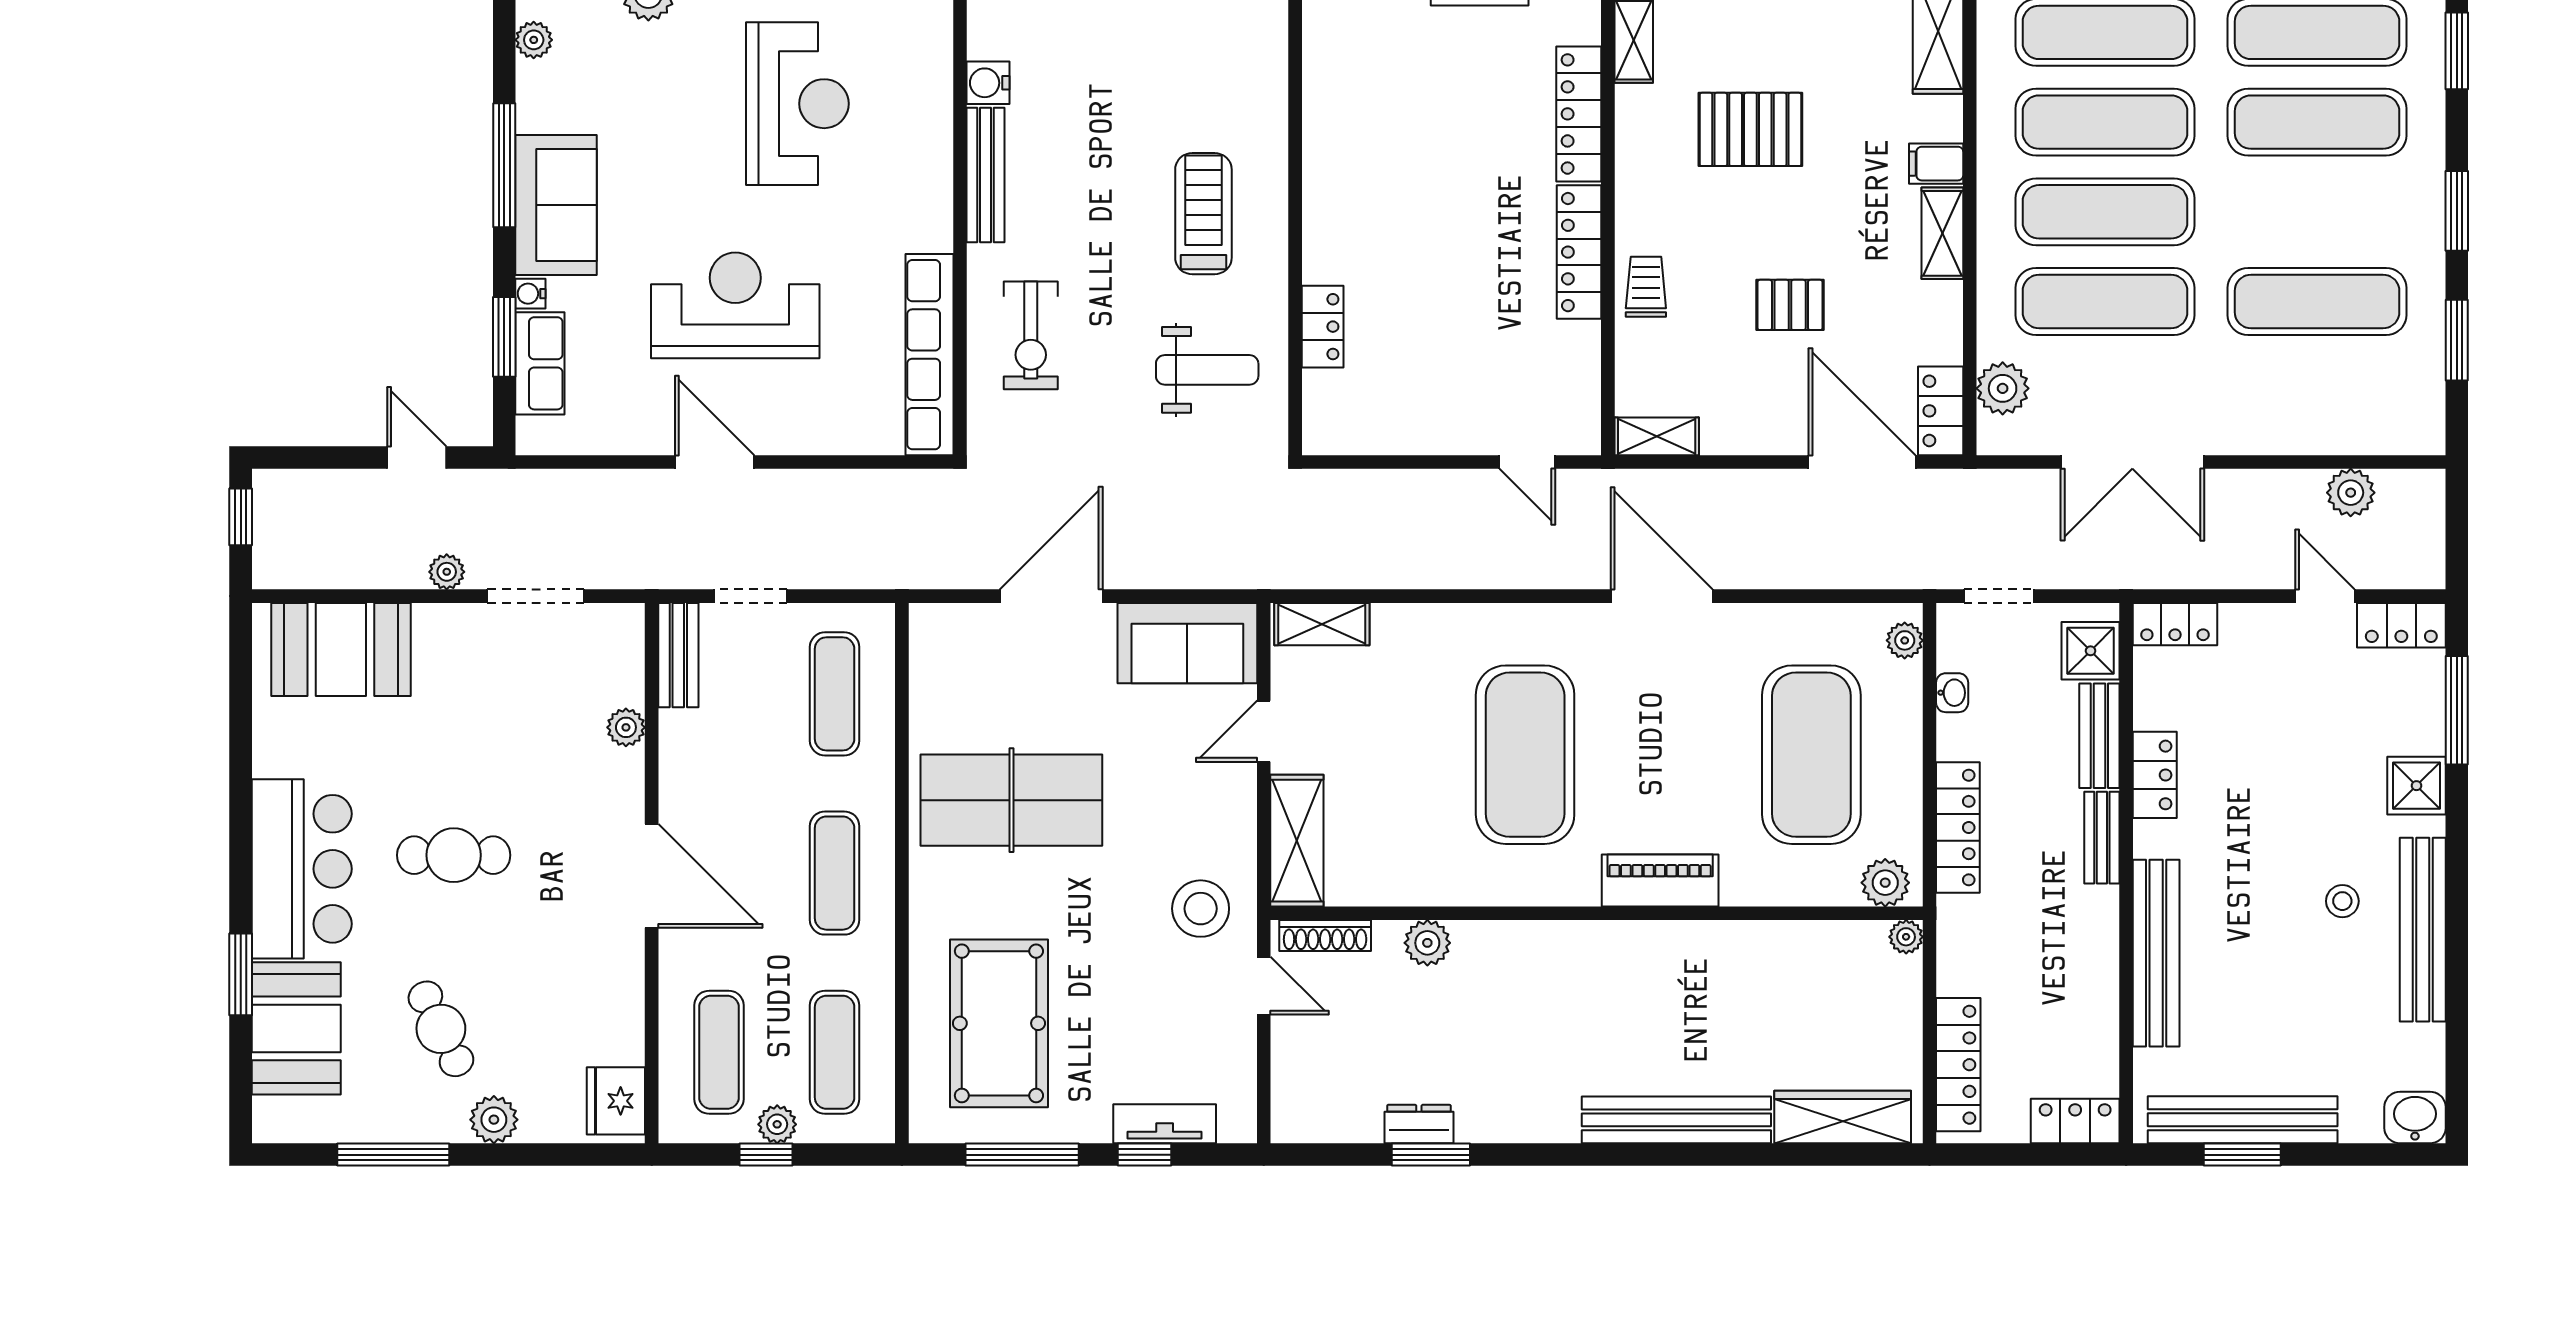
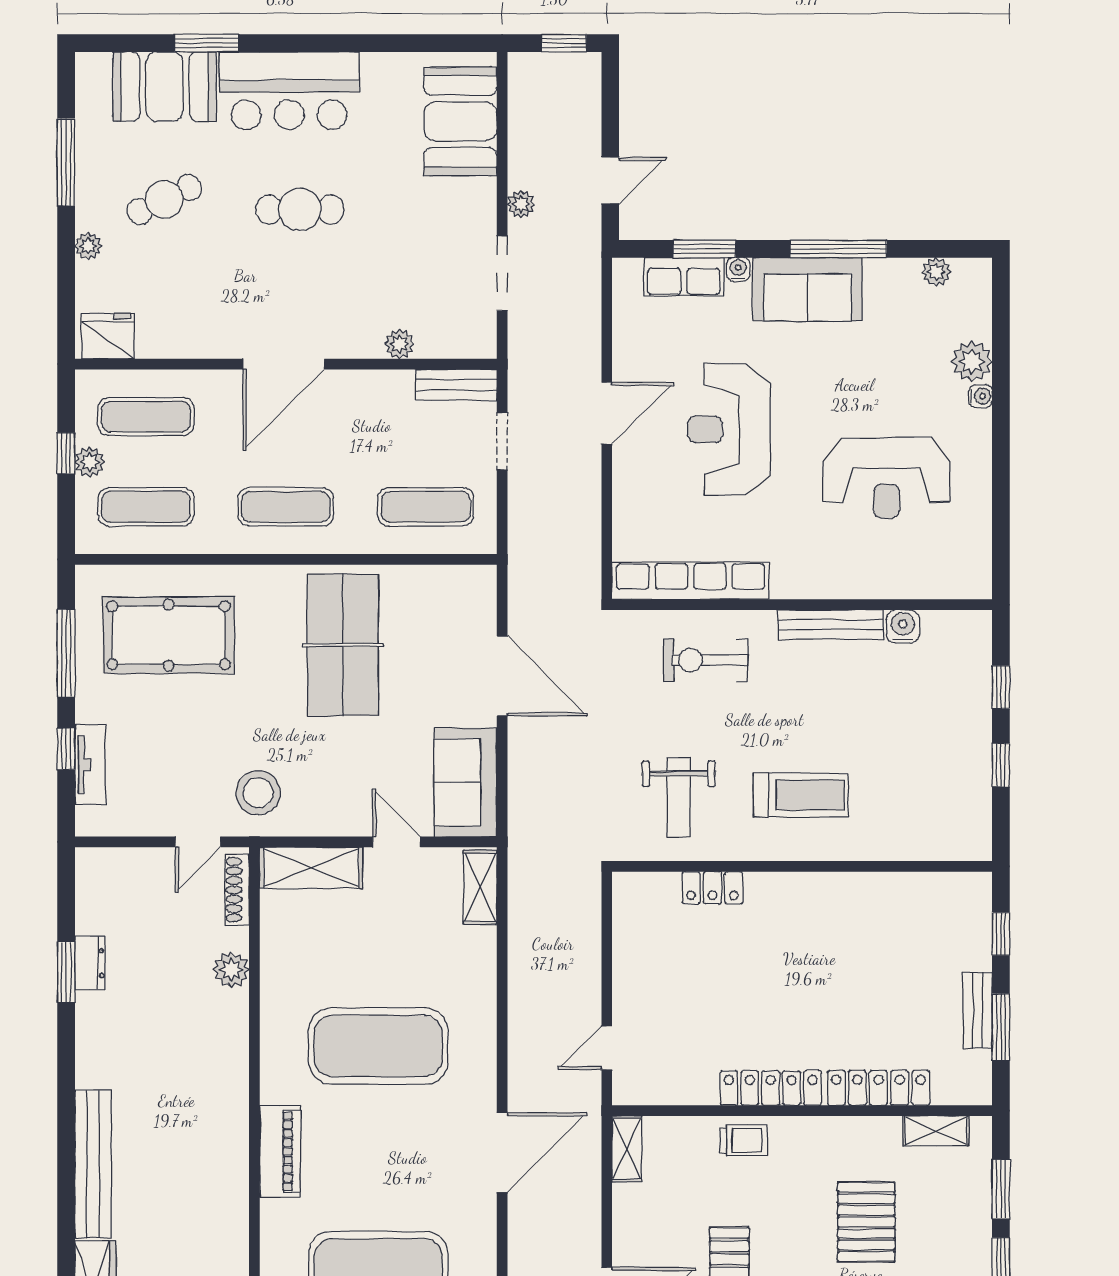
reception desk: (735, 305) -> (729, 429), turned 180
cafe table: (454, 855) -> (300, 209), turned 90
plant: (494, 1120) -> (88, 246), width x0.73, depth x0.73

